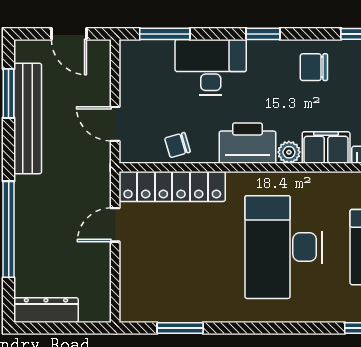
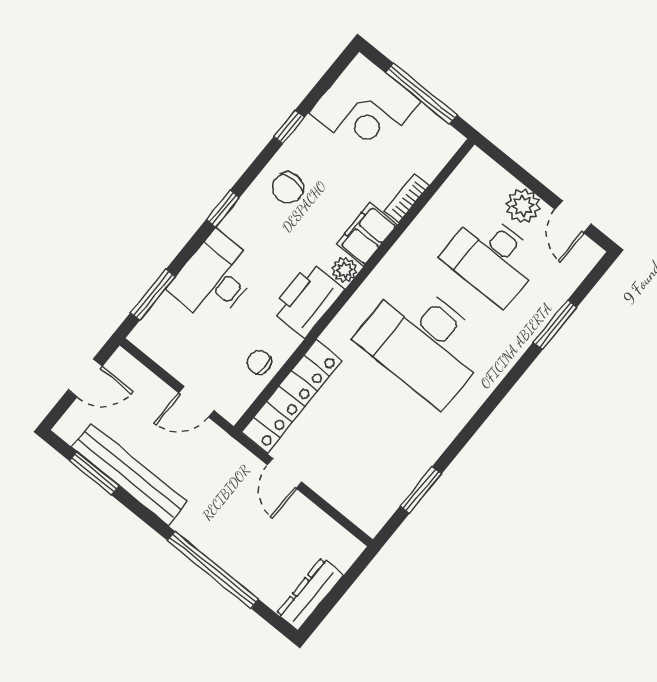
chair: (178, 145) -> (259, 362), turned 106

